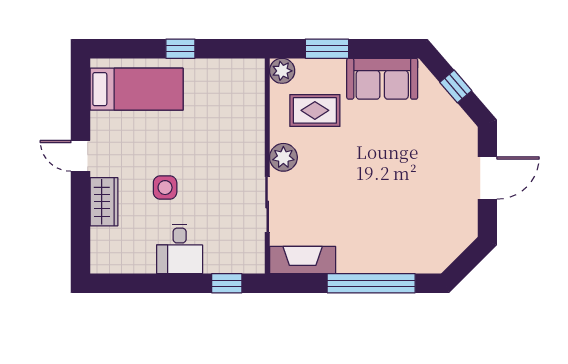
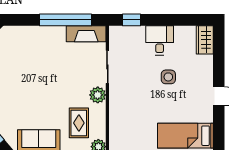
rug: (315, 110) -> (79, 123), turned 90
wardrobe: (104, 202) -> (205, 40), moved
window: (371, 283) -> (66, 20), moved

